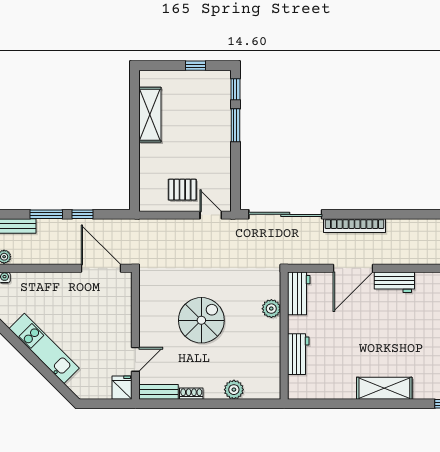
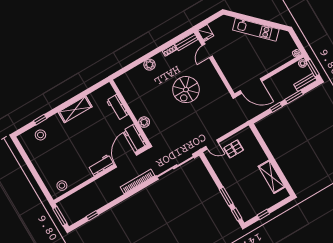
workbench: (299, 293) -> (135, 138), moved
plant: (271, 309) -> (144, 122), moved
wall: (284, 336) -> (130, 112), moved
workbench: (298, 354) -> (117, 107), moved

